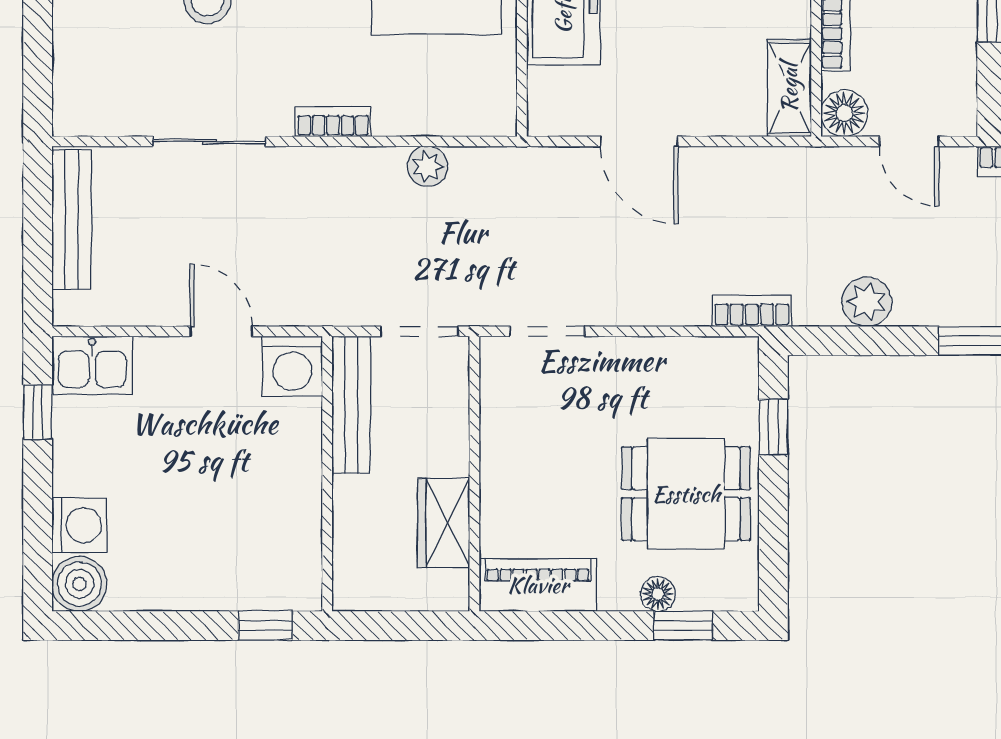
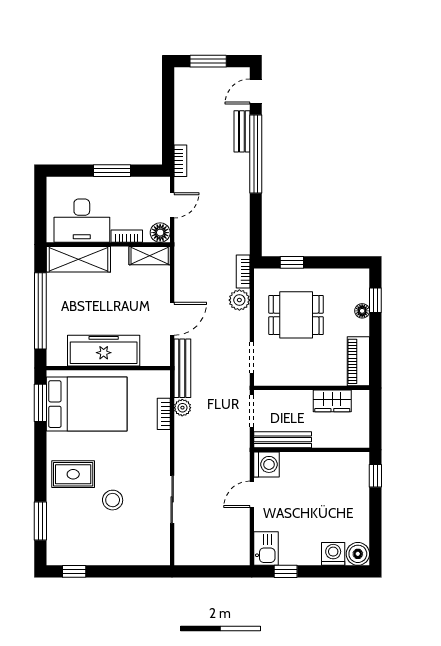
bookcase: (333, 122) -> (164, 414), moved
bench: (72, 219) -> (182, 368), moved, turned 90
plant: (867, 302) -> (239, 300), moved
dining table: (686, 494) -> (296, 315), moved, turned 90

